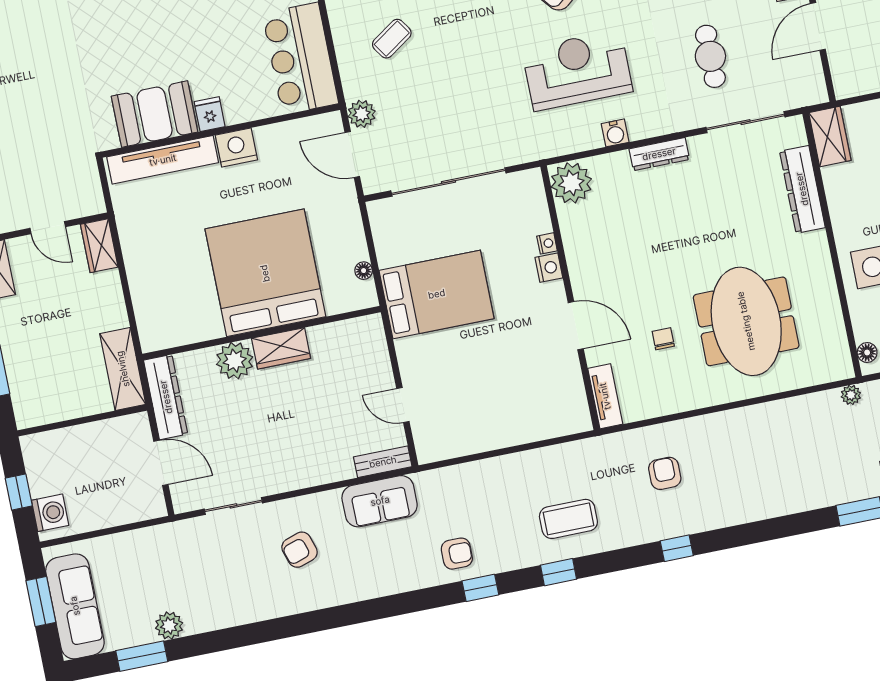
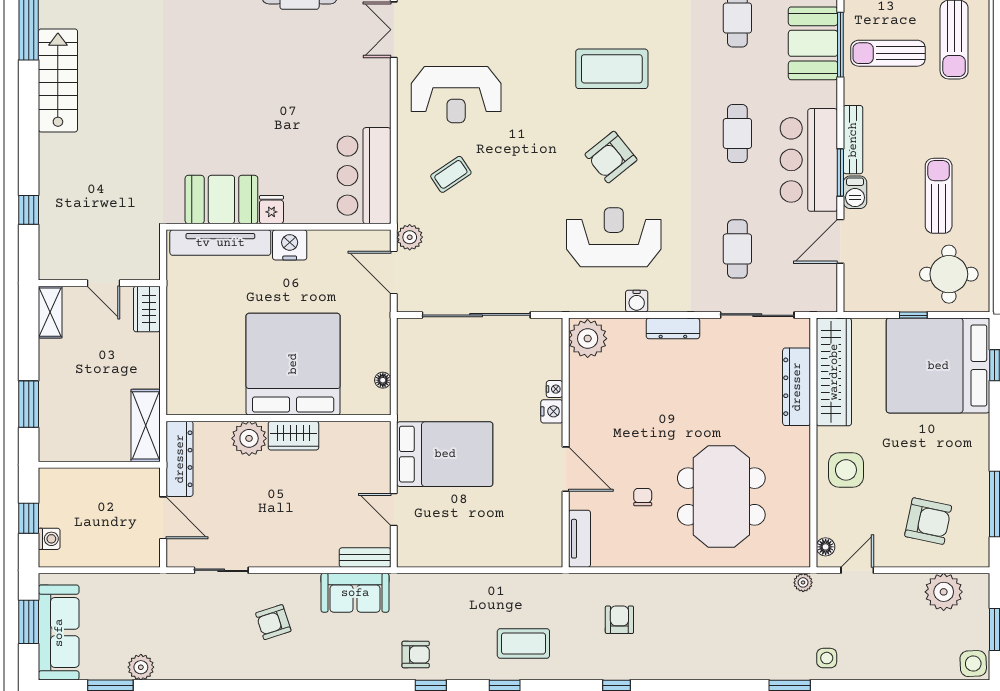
wardrobe: (830, 137) -> (834, 372), width x2.10, depth x1.17
bed: (437, 294) -> (445, 454), moved
washing machine: (50, 513) -> (49, 539), width x0.73, depth x0.73

